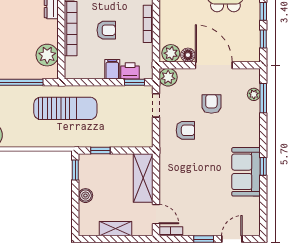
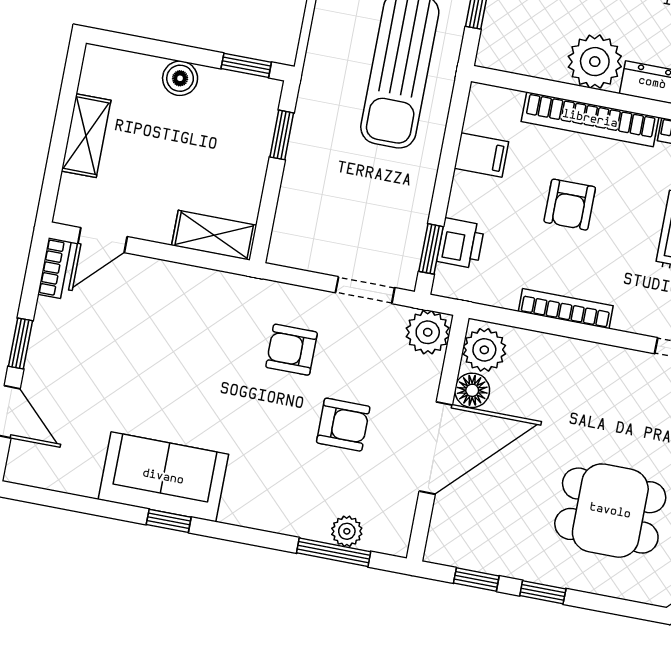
plant: (47, 55) -> (595, 62), moved
filing cabinet: (112, 69) -> (481, 155), moved
armchair: (185, 130) -> (292, 350), turned 90
shelving: (143, 178) -> (214, 235), width x0.67, depth x0.75

